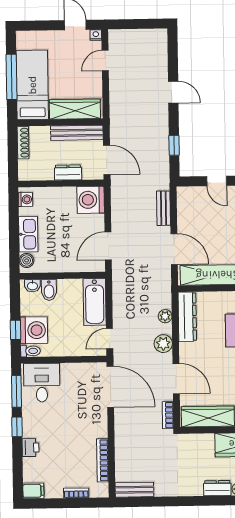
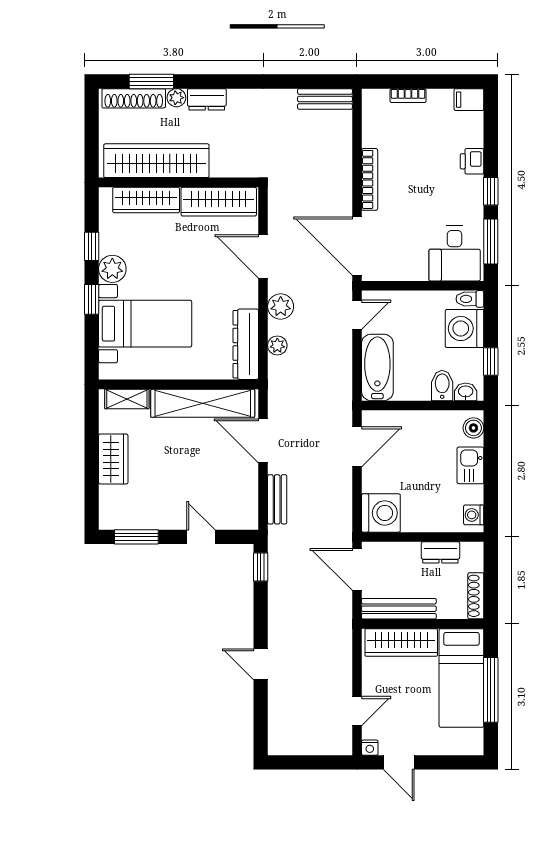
window: (174, 145) -> (261, 567), moved
dresser: (68, 172) -> (440, 552), moved
kitchen sink: (28, 234) -> (470, 465), width x0.73
window: (15, 330) -> (491, 361), moved
bookcase: (168, 415) -> (276, 204), removed
bookcase: (103, 460) -> (370, 179), moved

